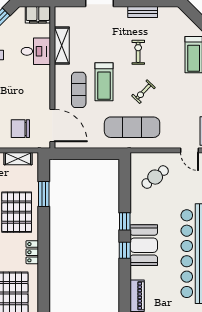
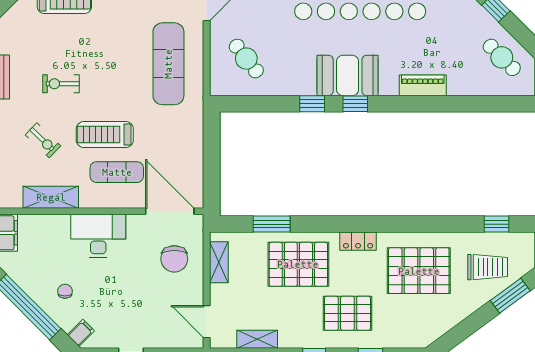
desk: (36, 51) -> (98, 236), moved, width x1.37
treadmill: (104, 82) -> (105, 135), turned 180
exercise bike: (143, 92) -> (43, 140), moved
door: (52, 126) -> (170, 211), hinge flipped
exercise mat: (132, 127) -> (168, 64), moved

